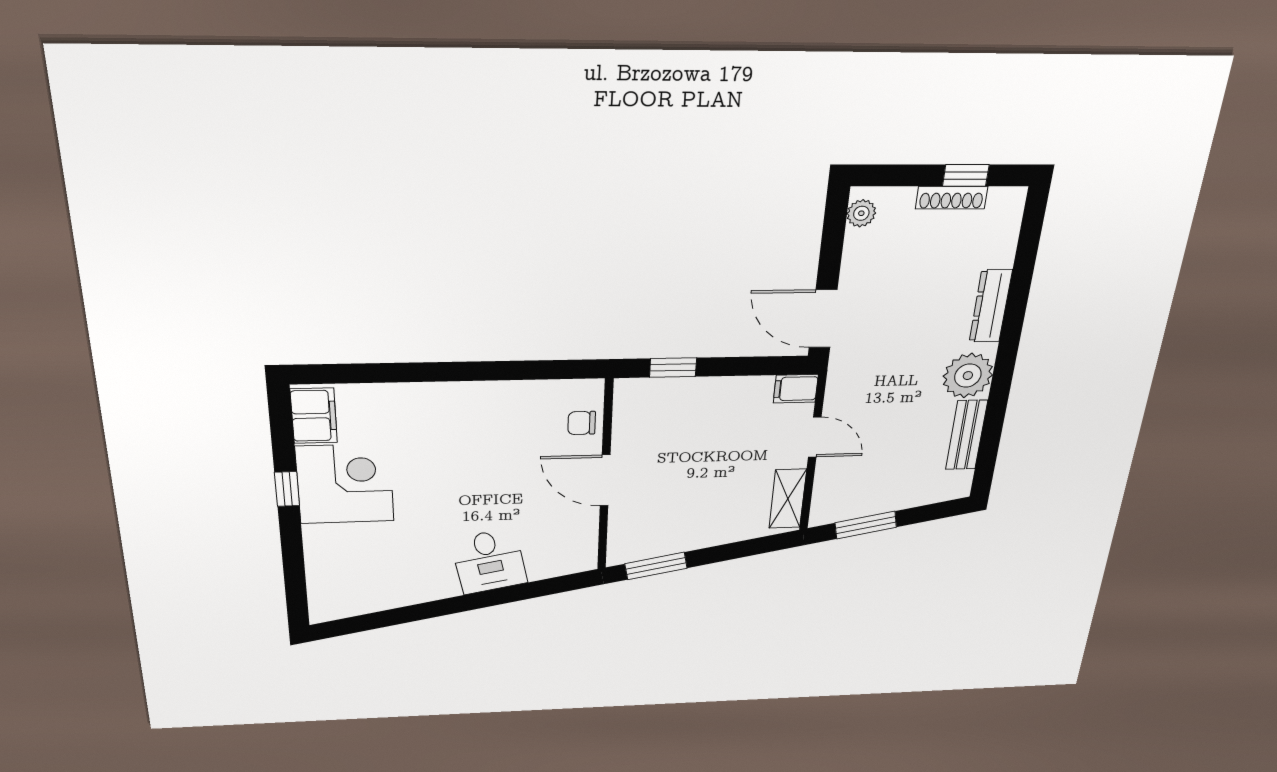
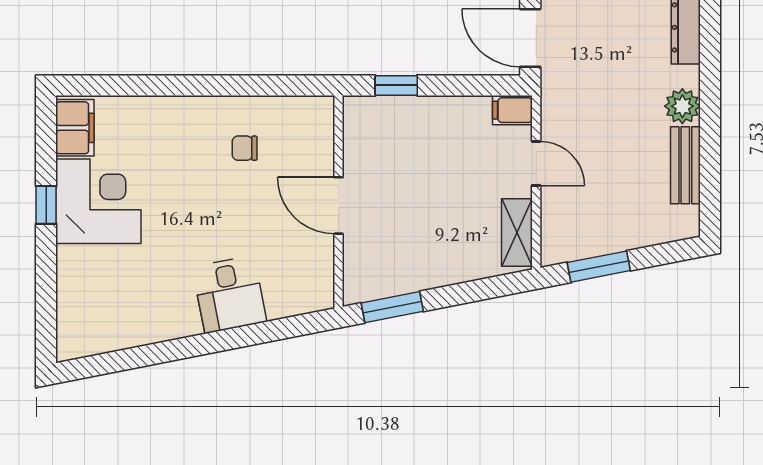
plant: (968, 376) -> (682, 106), width x0.73, depth x0.73
chair: (582, 423) -> (245, 148), moved

